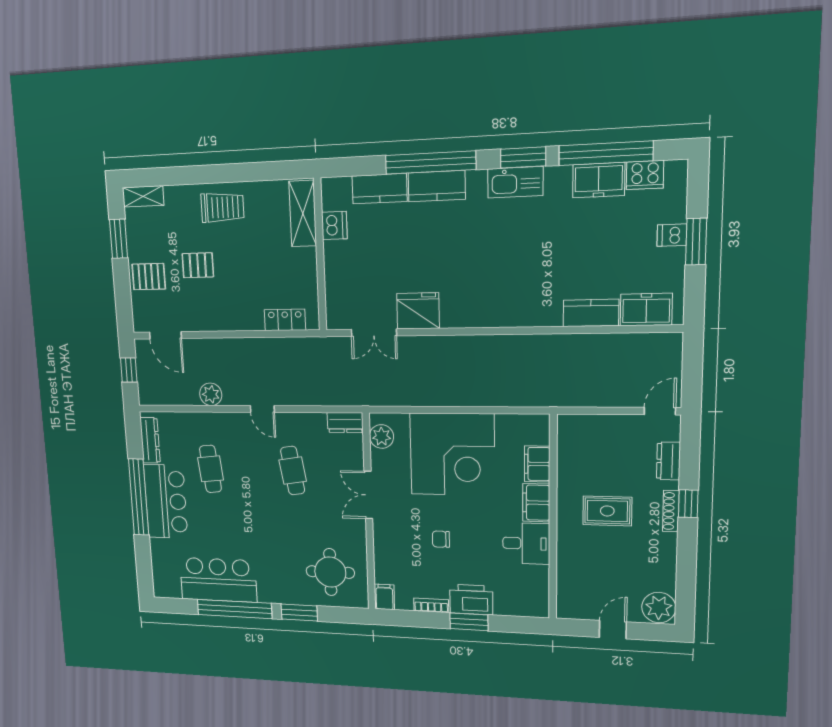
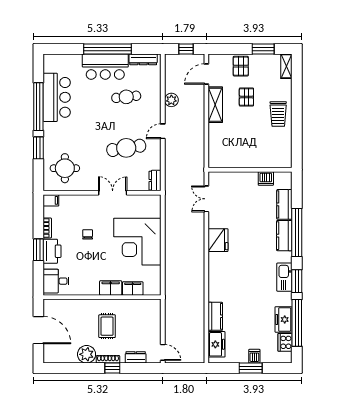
shelving: (303, 214) -> (215, 105), moved, turned 90
fridge: (418, 311) -> (218, 240), moved
locker: (285, 320) -> (214, 148), removed
plant: (381, 436) -> (147, 201), removed
cafe table: (293, 471) -> (126, 148), width x1.37, depth x1.35
desk: (526, 543) -> (56, 281), moved, turned 90
plant: (659, 608) -> (87, 354), moved
door: (613, 630) -> (38, 330), width x1.88

